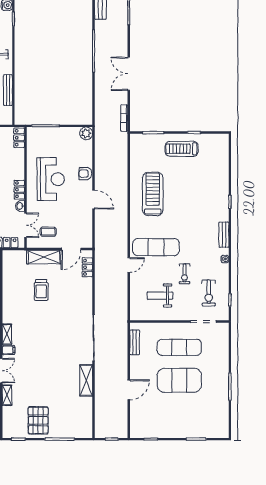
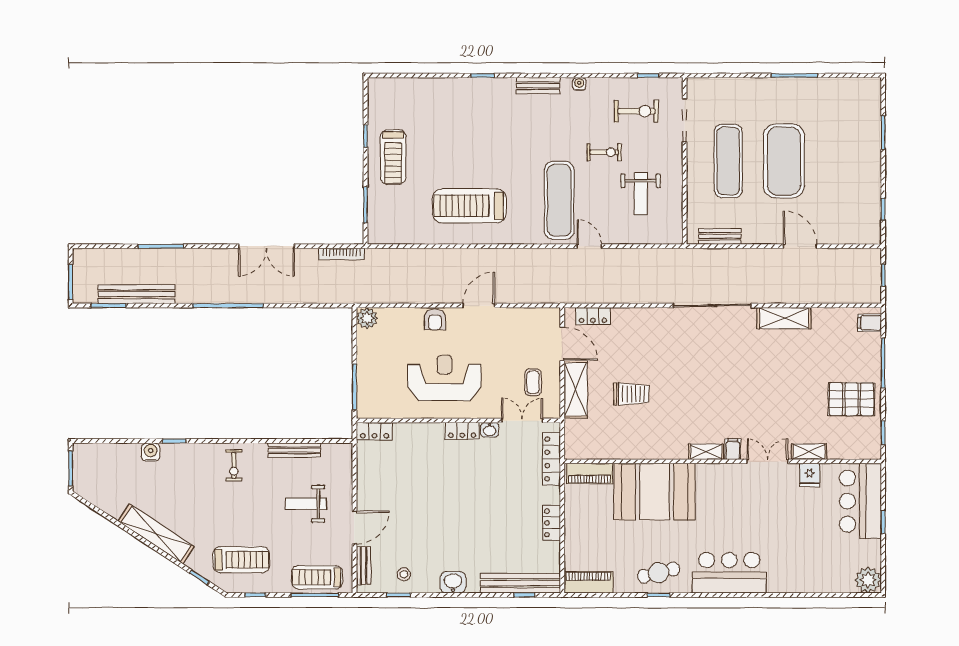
filing cabinet: (83, 431) -> (869, 323), added

